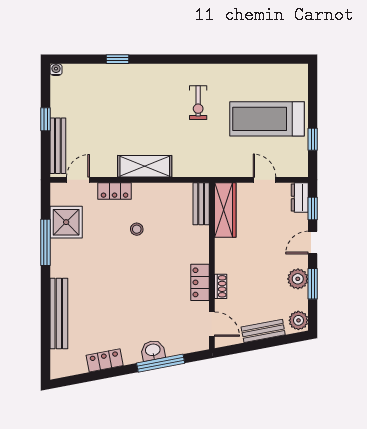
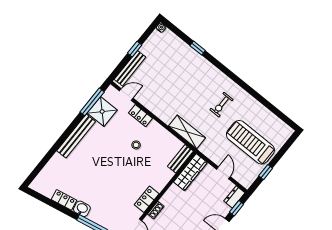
shelving: (145, 166) -> (187, 132), moved
window: (45, 242) -> (92, 102), moved
bench: (59, 313) -> (76, 136), moved
washbasin: (153, 350) -> (82, 209), moved

